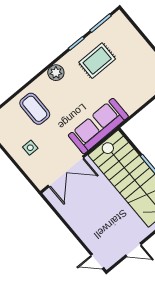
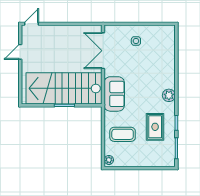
coffee table: (35, 109) -> (123, 134), moved
sofa: (98, 126) -> (114, 94), width x0.73

